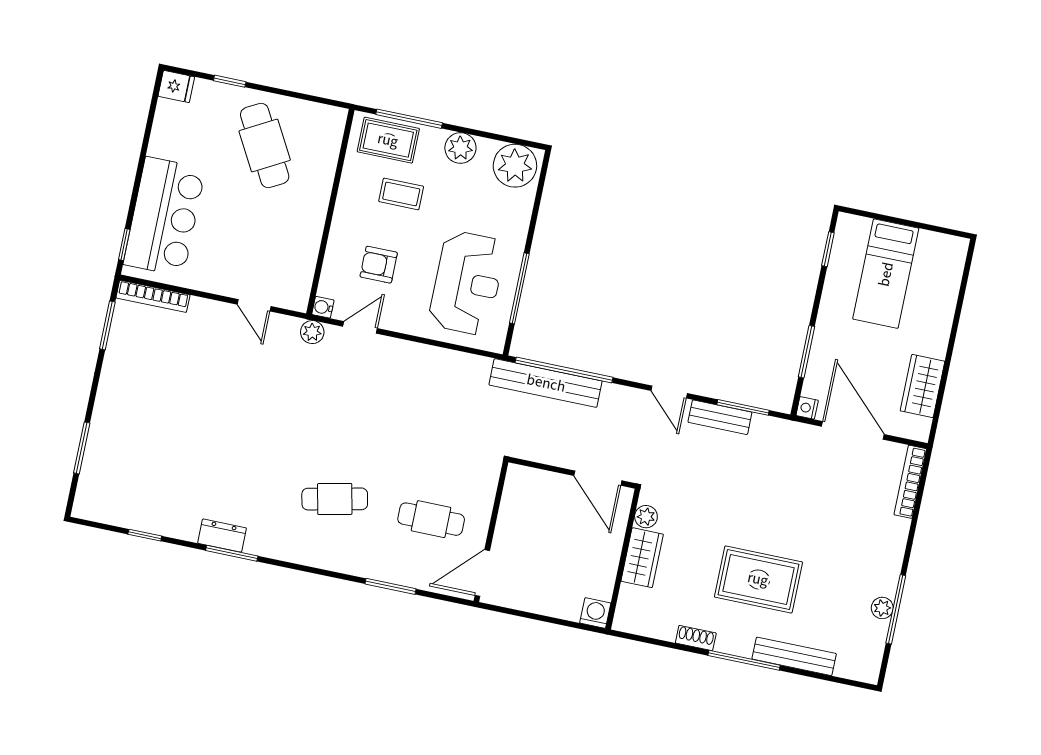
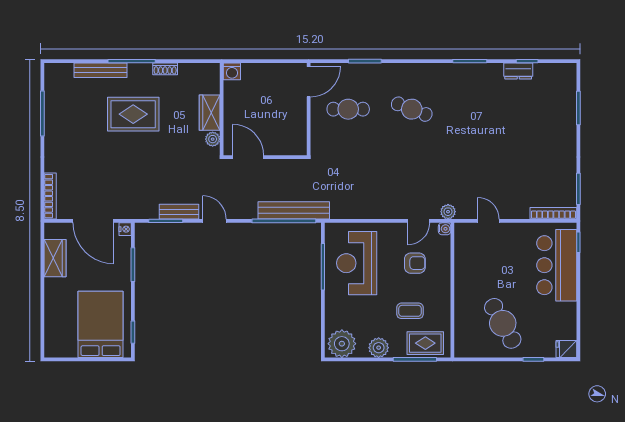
bed: (886, 274) -> (101, 324), width x1.50
cafe table: (335, 499) -> (412, 109), turned 33
dresser: (222, 536) -> (518, 71), moved
plant: (882, 608) -> (51, 113), removed

